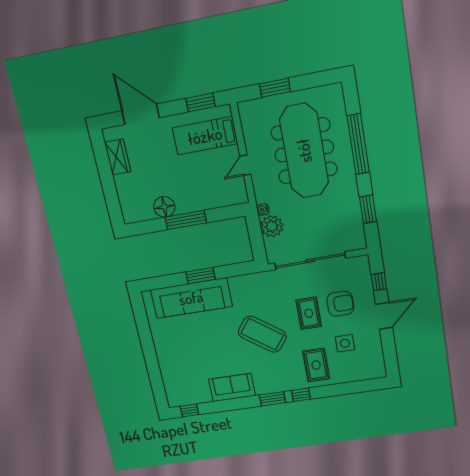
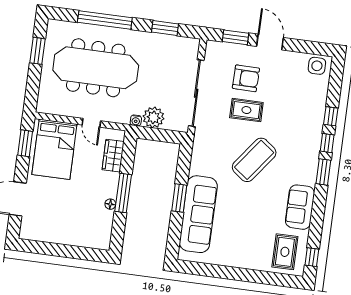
window: (275, 88) -> (37, 51), moved
bed: (205, 136) -> (54, 149), width x1.50
wardrobe: (118, 157) -> (113, 156), moved, turned -90
floor lamp: (164, 207) -> (110, 204), width x0.53, depth x0.53
window: (379, 282) -> (236, 37), width x1.50
armchair: (340, 304) -> (246, 78), turned 91
side table: (345, 343) -> (317, 66), moved
rug: (316, 365) -> (285, 252), moved, turned 90
window: (328, 391) -> (331, 116), added

